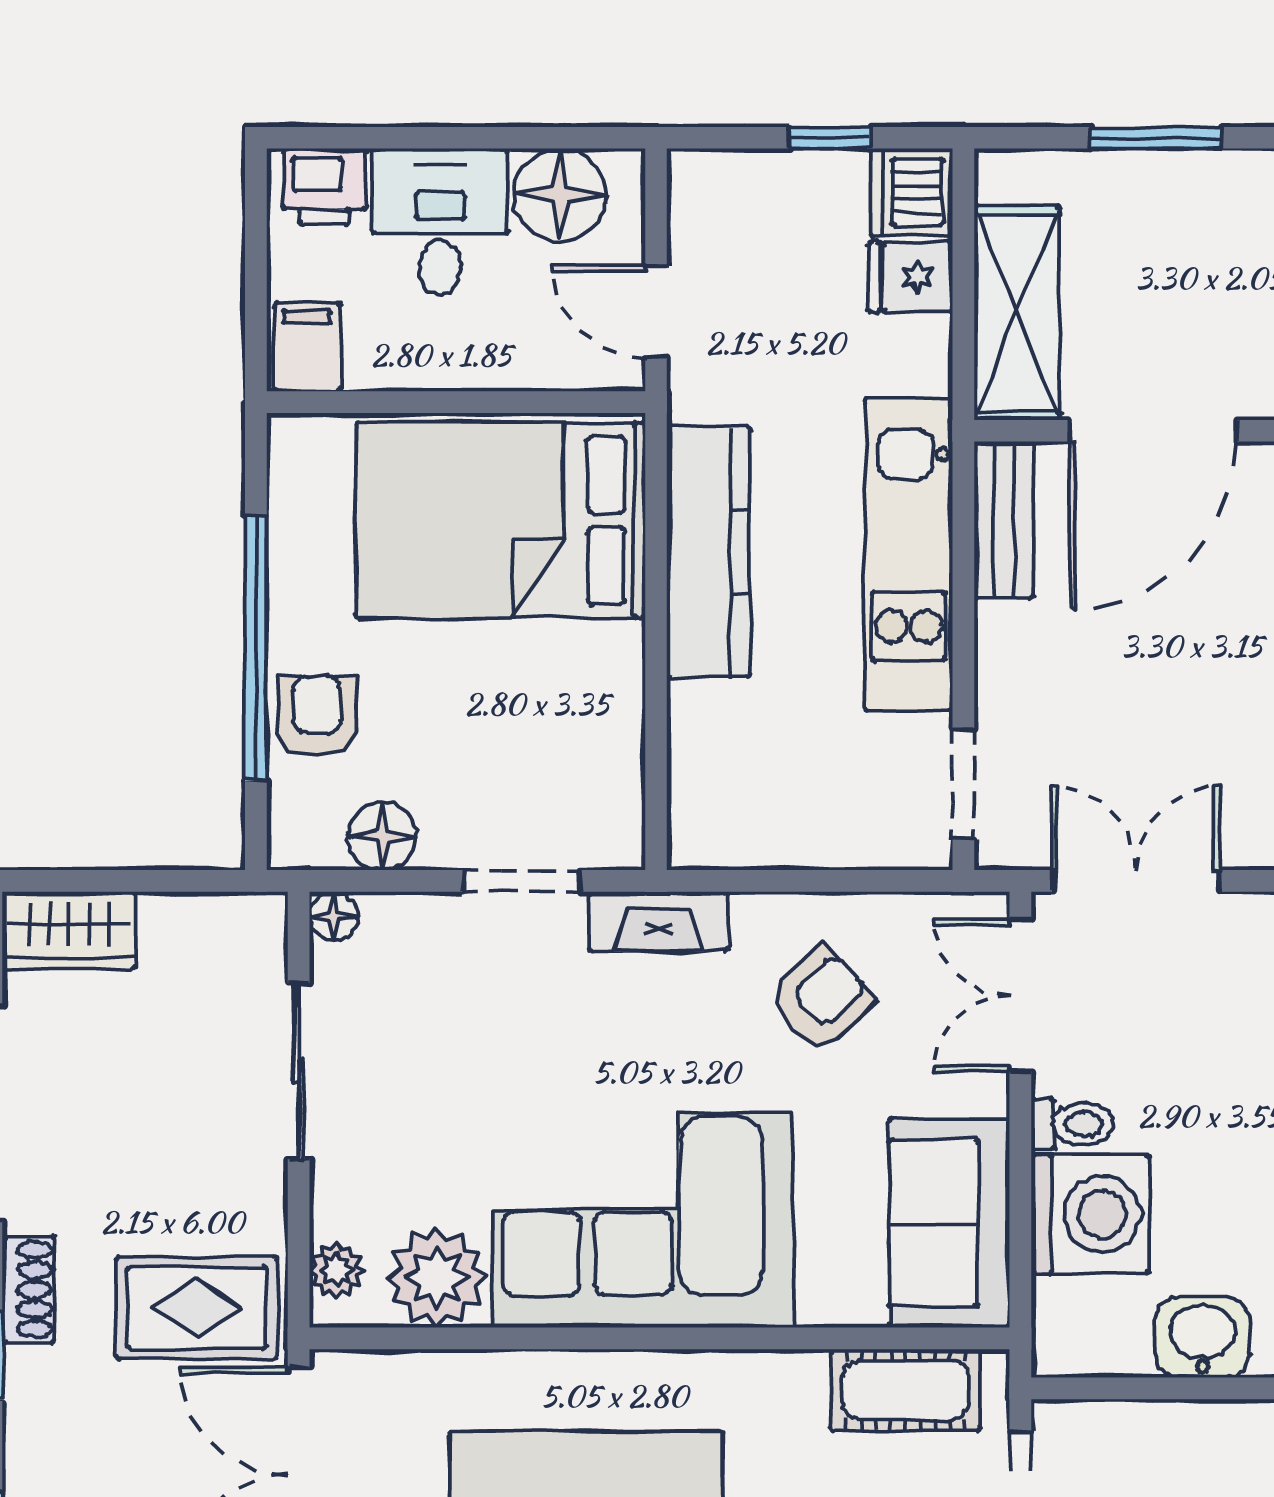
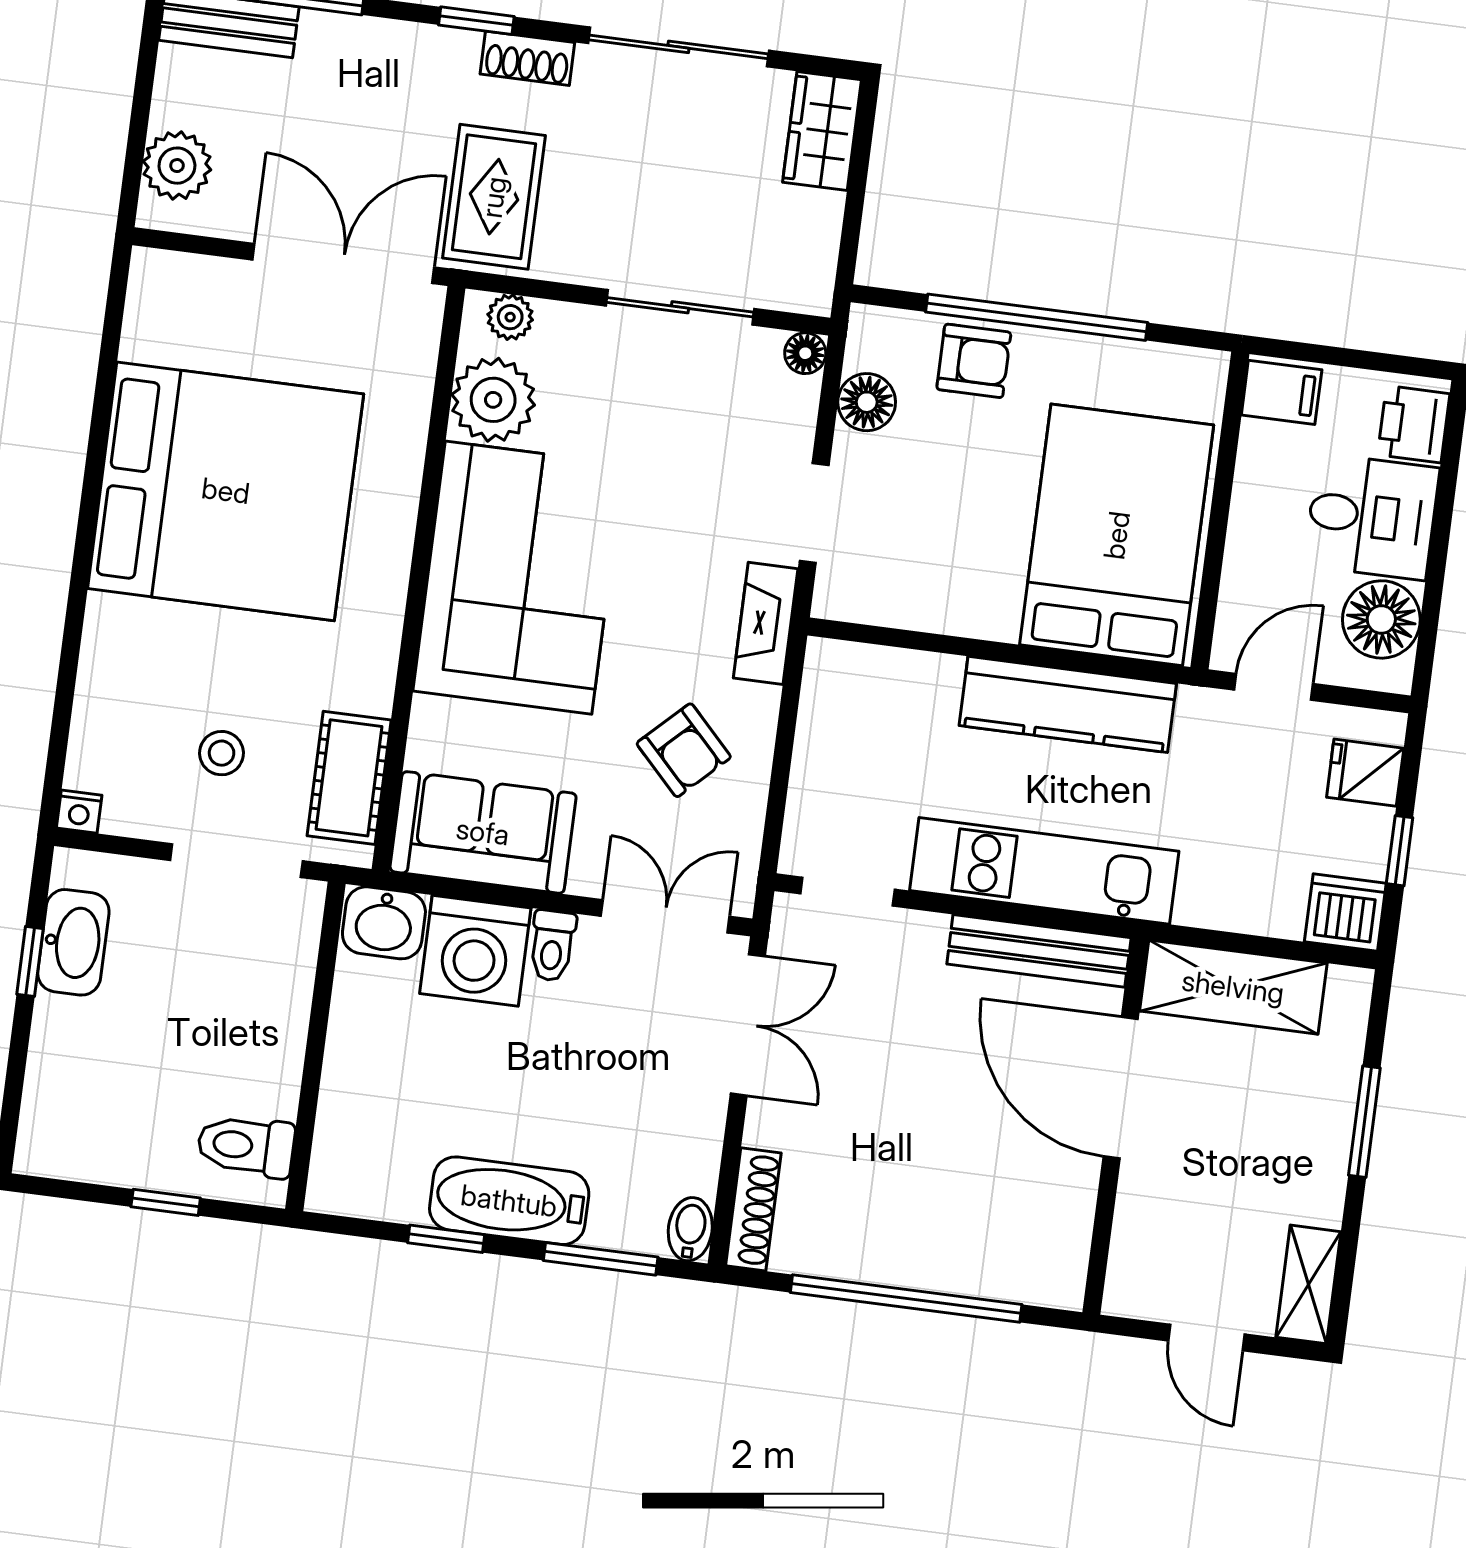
fridge: (911, 277) -> (1365, 773), moved, turned -90
bench: (1004, 520) -> (1039, 951), width x1.36
washbasin: (1203, 1337) -> (384, 923), moved, turned 90

